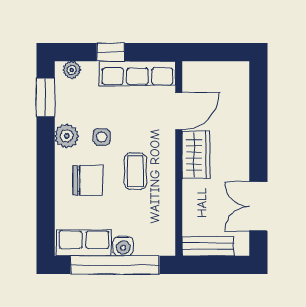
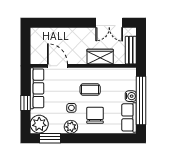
plant: (72, 70) -> (39, 124), width x1.88, depth x1.88
wardrobe: (196, 155) -> (100, 57), moved

